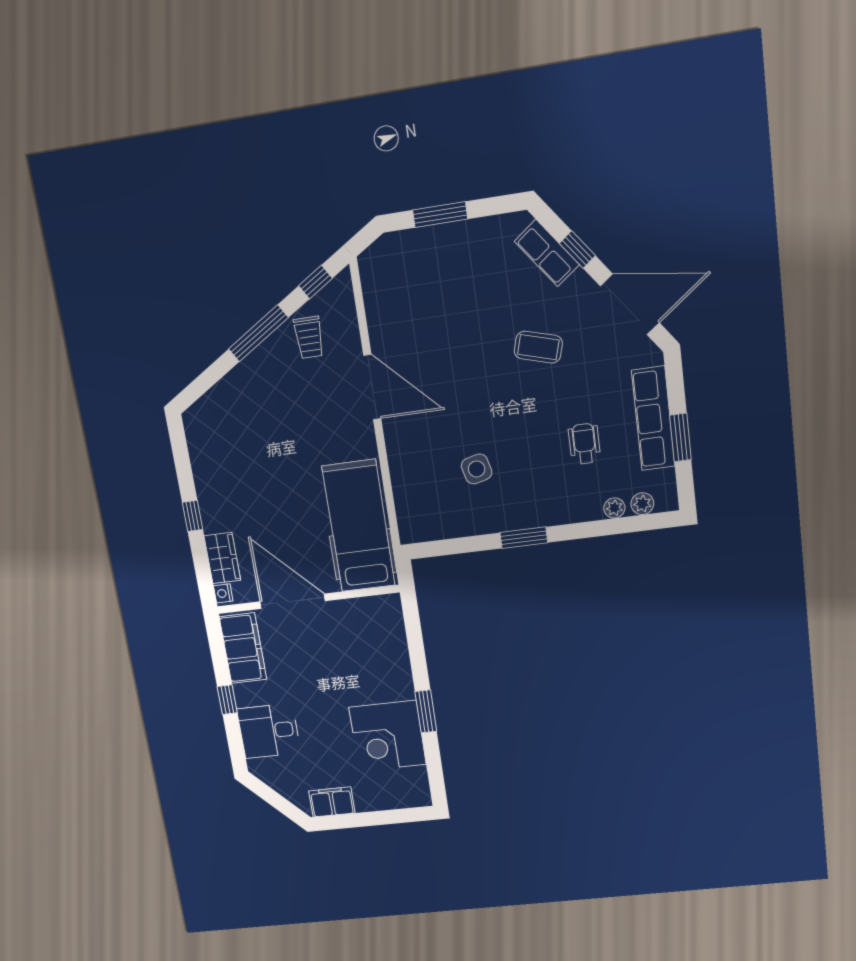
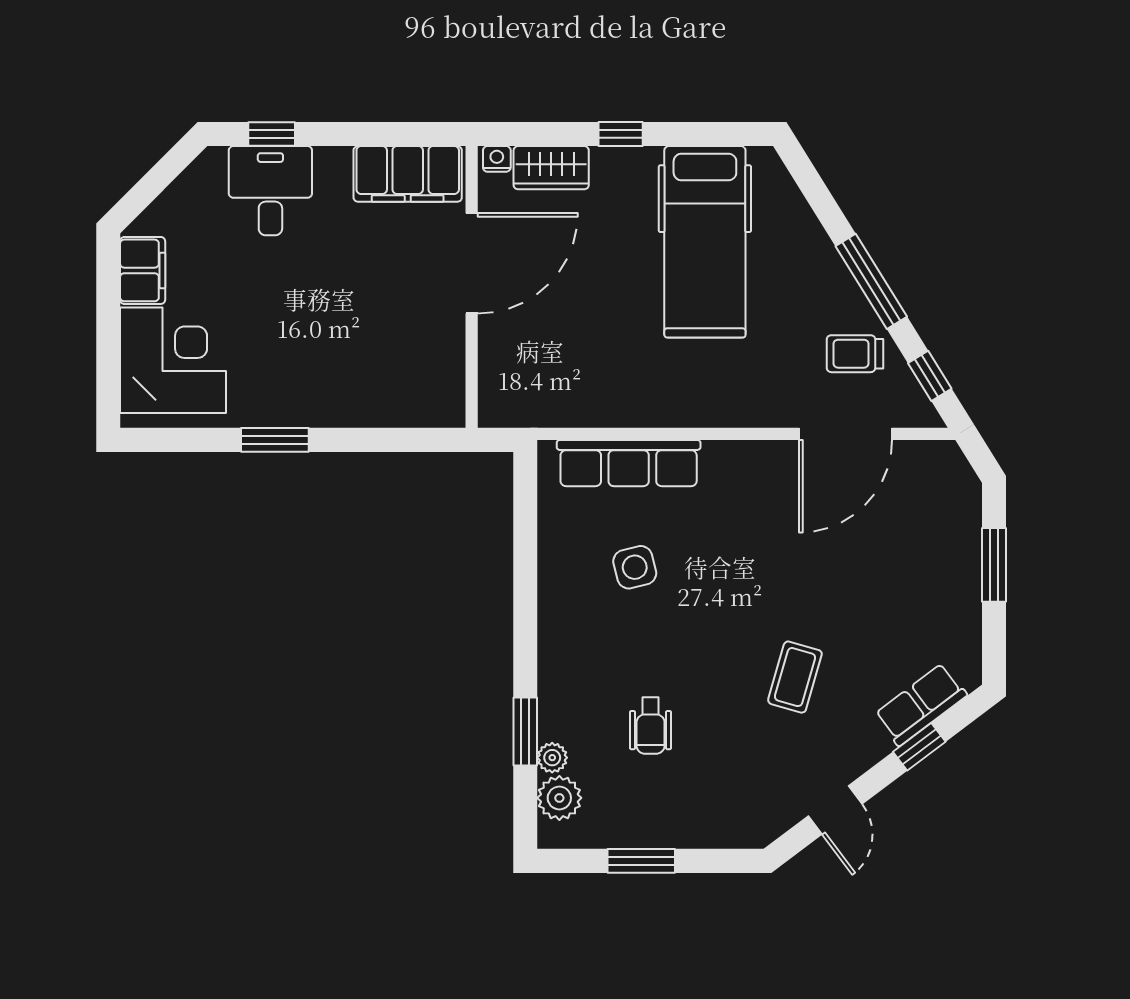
door: (630, 304) -> (835, 810), width x0.53
door: (372, 387) -> (846, 434), moved
row of seats: (653, 418) -> (629, 463), moved, turned 180
wheelchair: (584, 444) -> (651, 726), turned 90
plant: (642, 504) -> (559, 798), width x1.38, depth x1.38
hospital bed: (359, 526) -> (705, 242), moved, turned 90
window: (524, 538) -> (525, 731), moved
window: (227, 700) -> (272, 134), moved
corner desk: (388, 736) -> (173, 360), moved, turned 90

